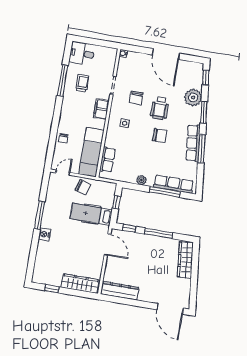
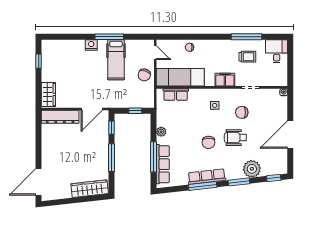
hospital bed: (91, 214) -> (116, 60), moved, turned 180
wardrobe: (80, 284) -> (48, 94), width x0.67
dresser: (120, 291) -> (60, 117), moved, turned 90

